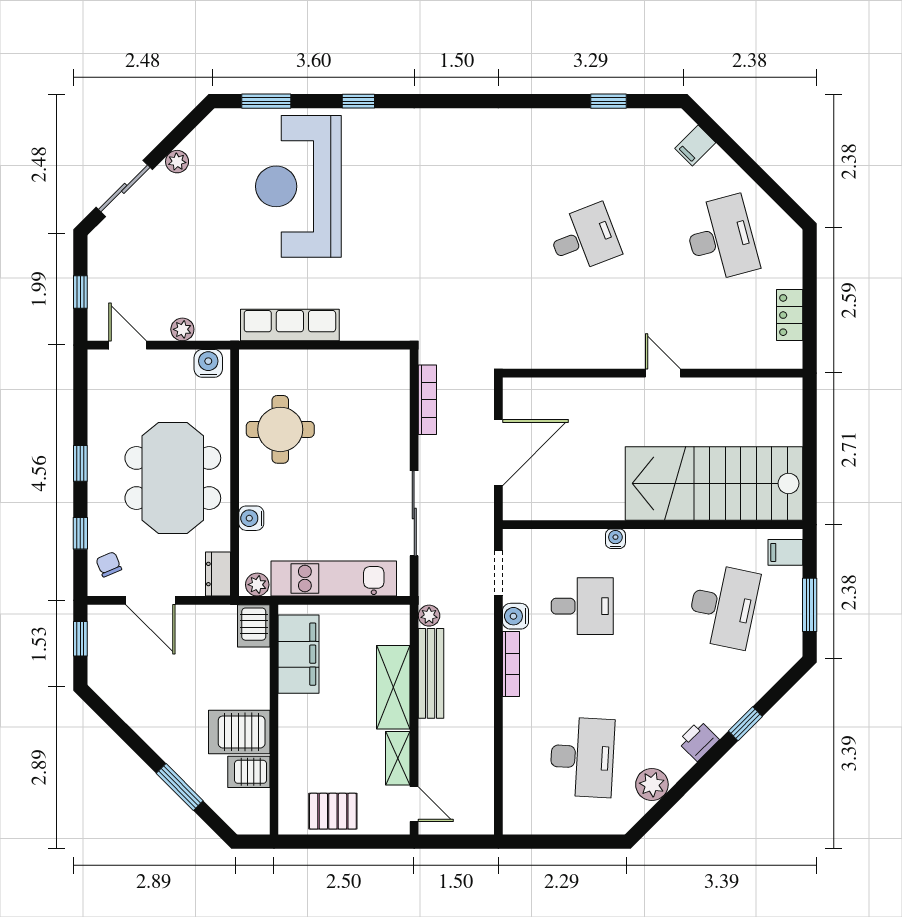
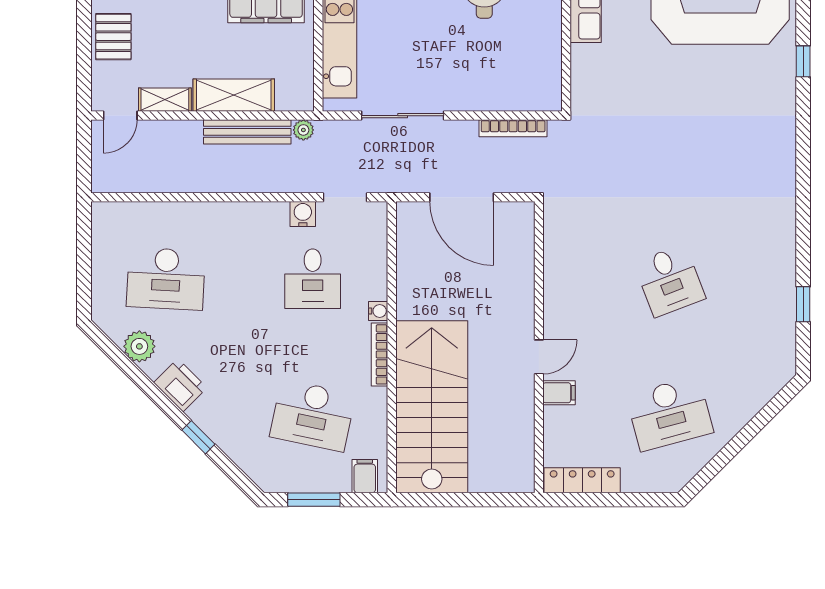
filing cabinet: (695, 145) -> (559, 393), moved, turned 135
locker: (790, 315) -> (582, 480), width x1.53
bookcase: (511, 664) -> (380, 354), moved, turned 90
printer: (698, 741) -> (180, 385), width x1.36, depth x1.24

